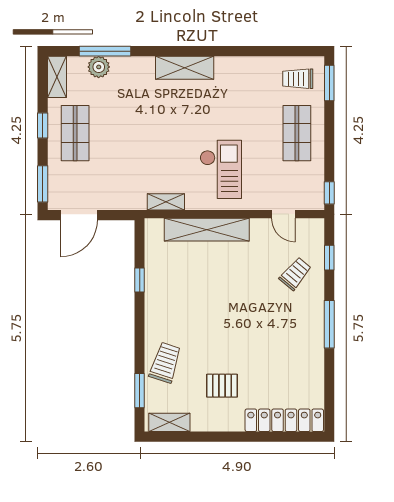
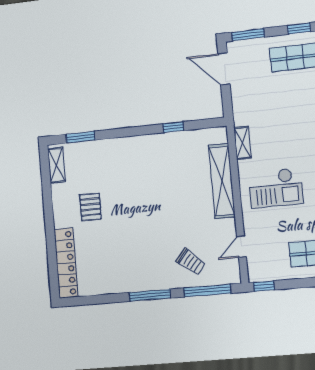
window: (329, 258) -> (207, 291), width x2.17
trolley: (165, 363) -> (106, 157), removed

